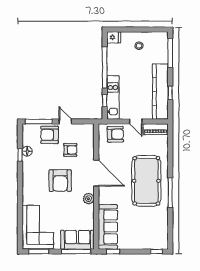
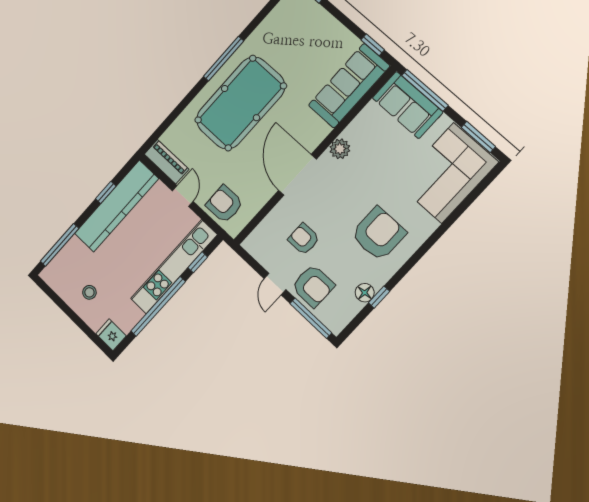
kitchen unit: (113, 98) -> (174, 267), width x1.36
armchair: (60, 181) -> (378, 234), moved

